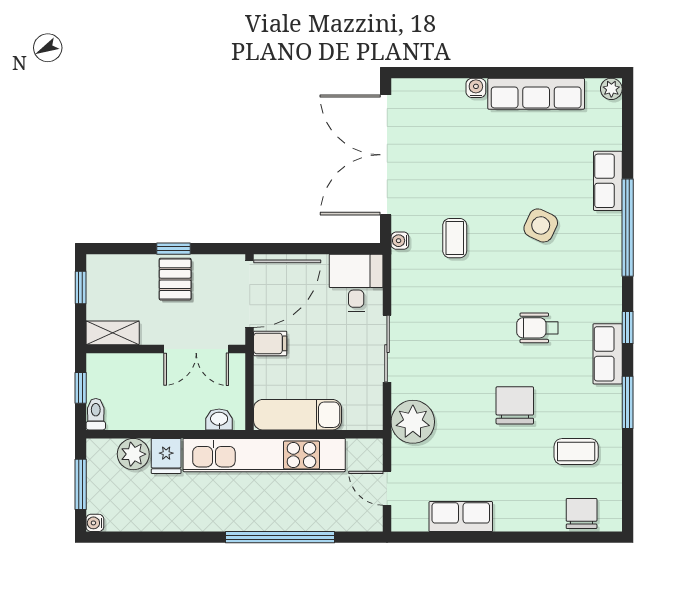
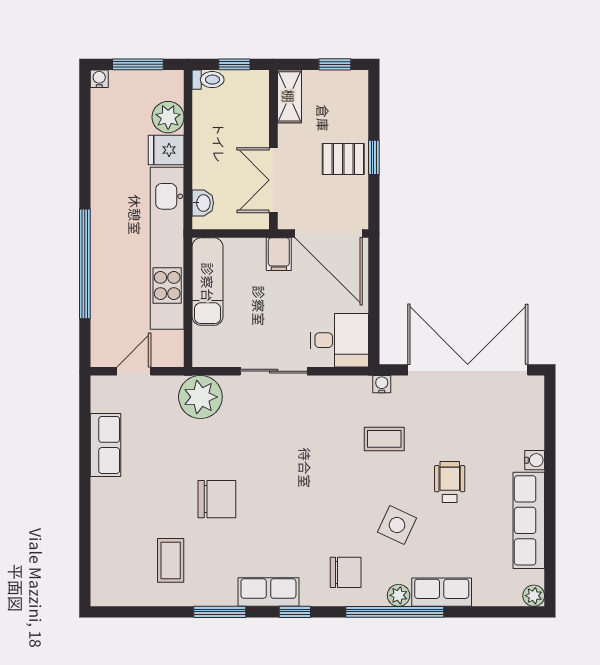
plant: (611, 224) -> (399, 595), added
wheelchair: (538, 328) -> (450, 482), moved
chair: (582, 514) -> (346, 572), moved

